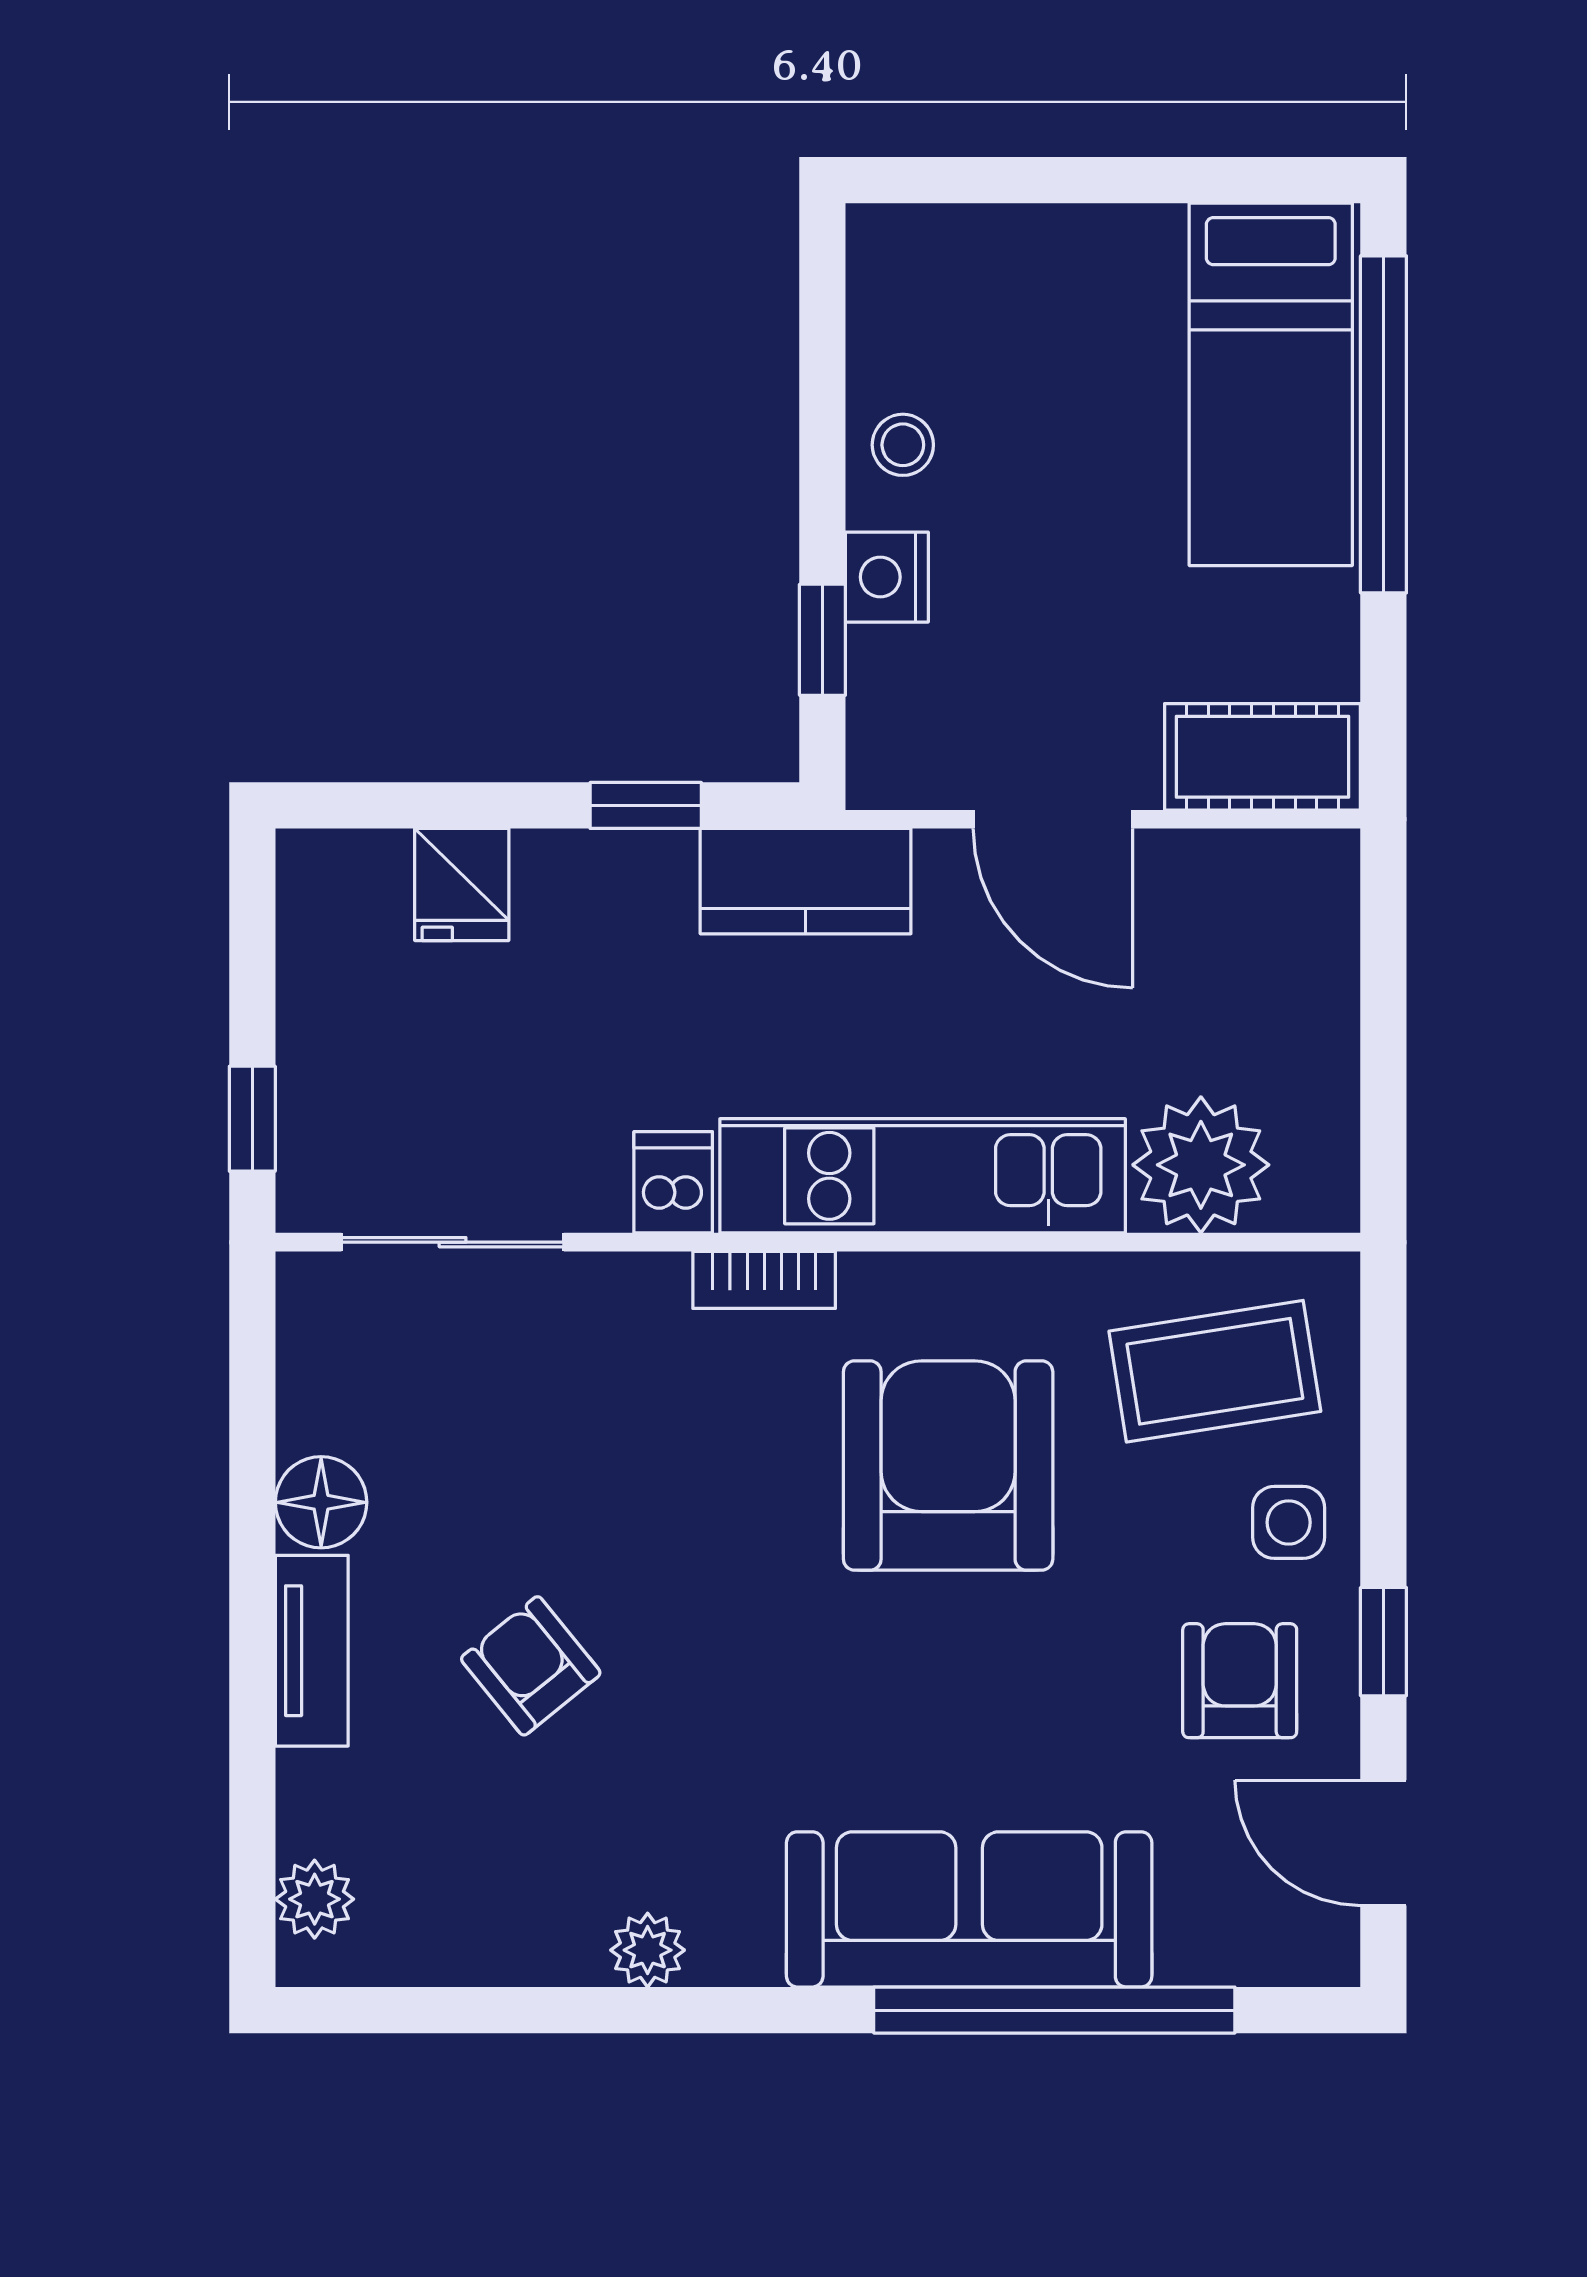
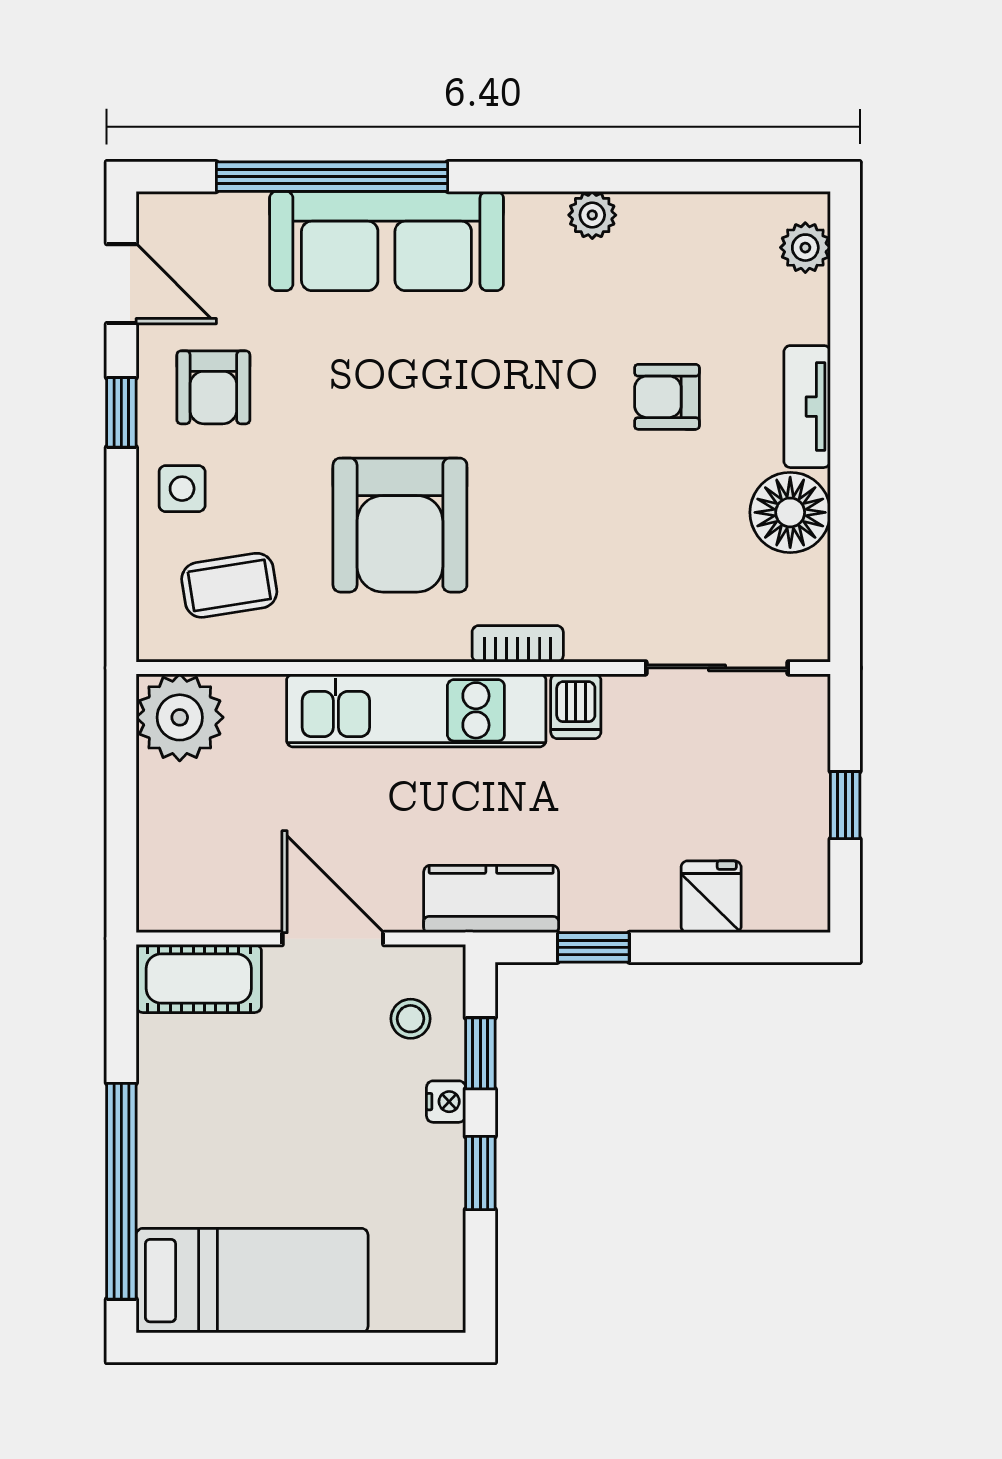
bed: (1271, 384) -> (252, 1281), moved, turned 90
stool: (903, 445) -> (411, 1019), moved
window: (822, 453) -> (480, 1173), added
nightstand: (887, 577) -> (446, 1102), width x0.72, depth x0.74
window: (252, 1119) -> (845, 805), moved
plant: (1201, 1165) -> (180, 717), moved
coffee table: (1215, 1371) -> (229, 585), width x0.73, depth x0.77
floor lamp: (321, 1502) -> (790, 512), width x1.38, depth x1.38
armchair: (531, 1666) -> (667, 397), turned 129

